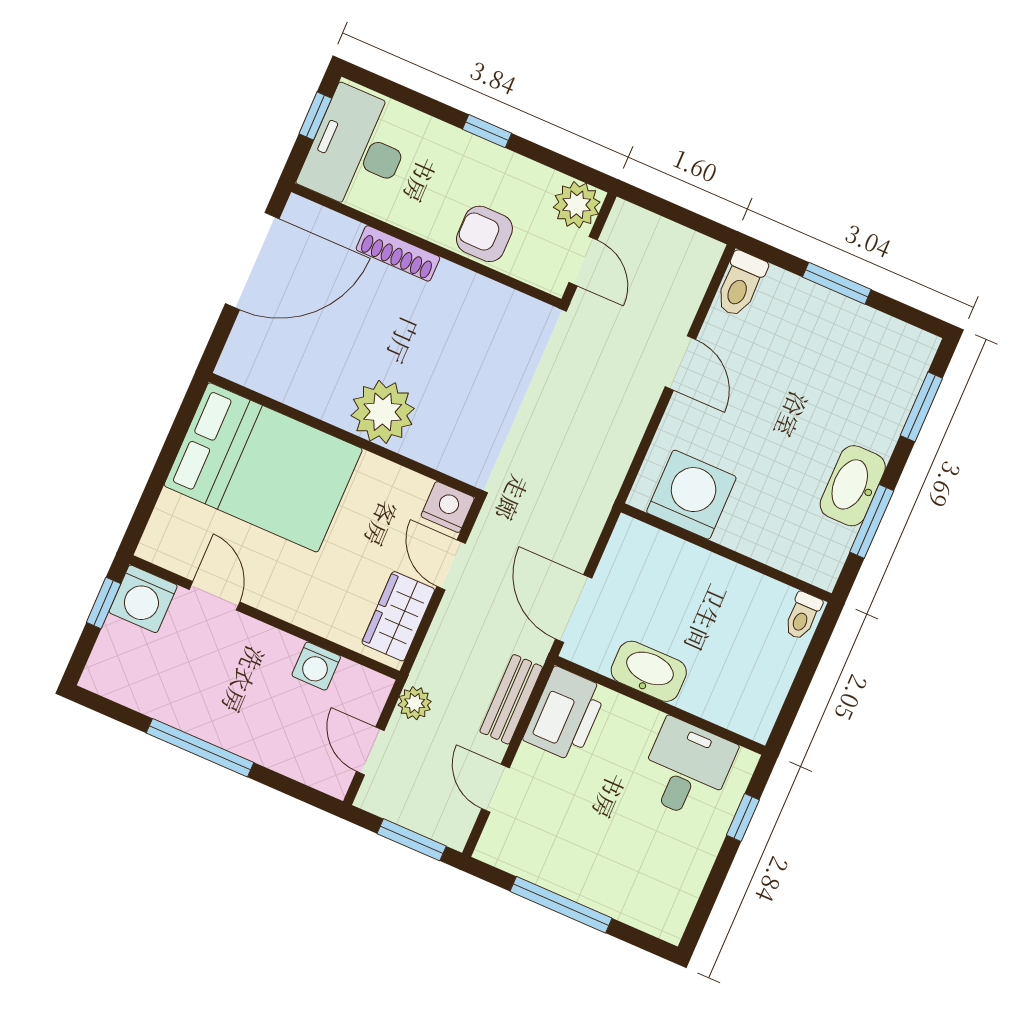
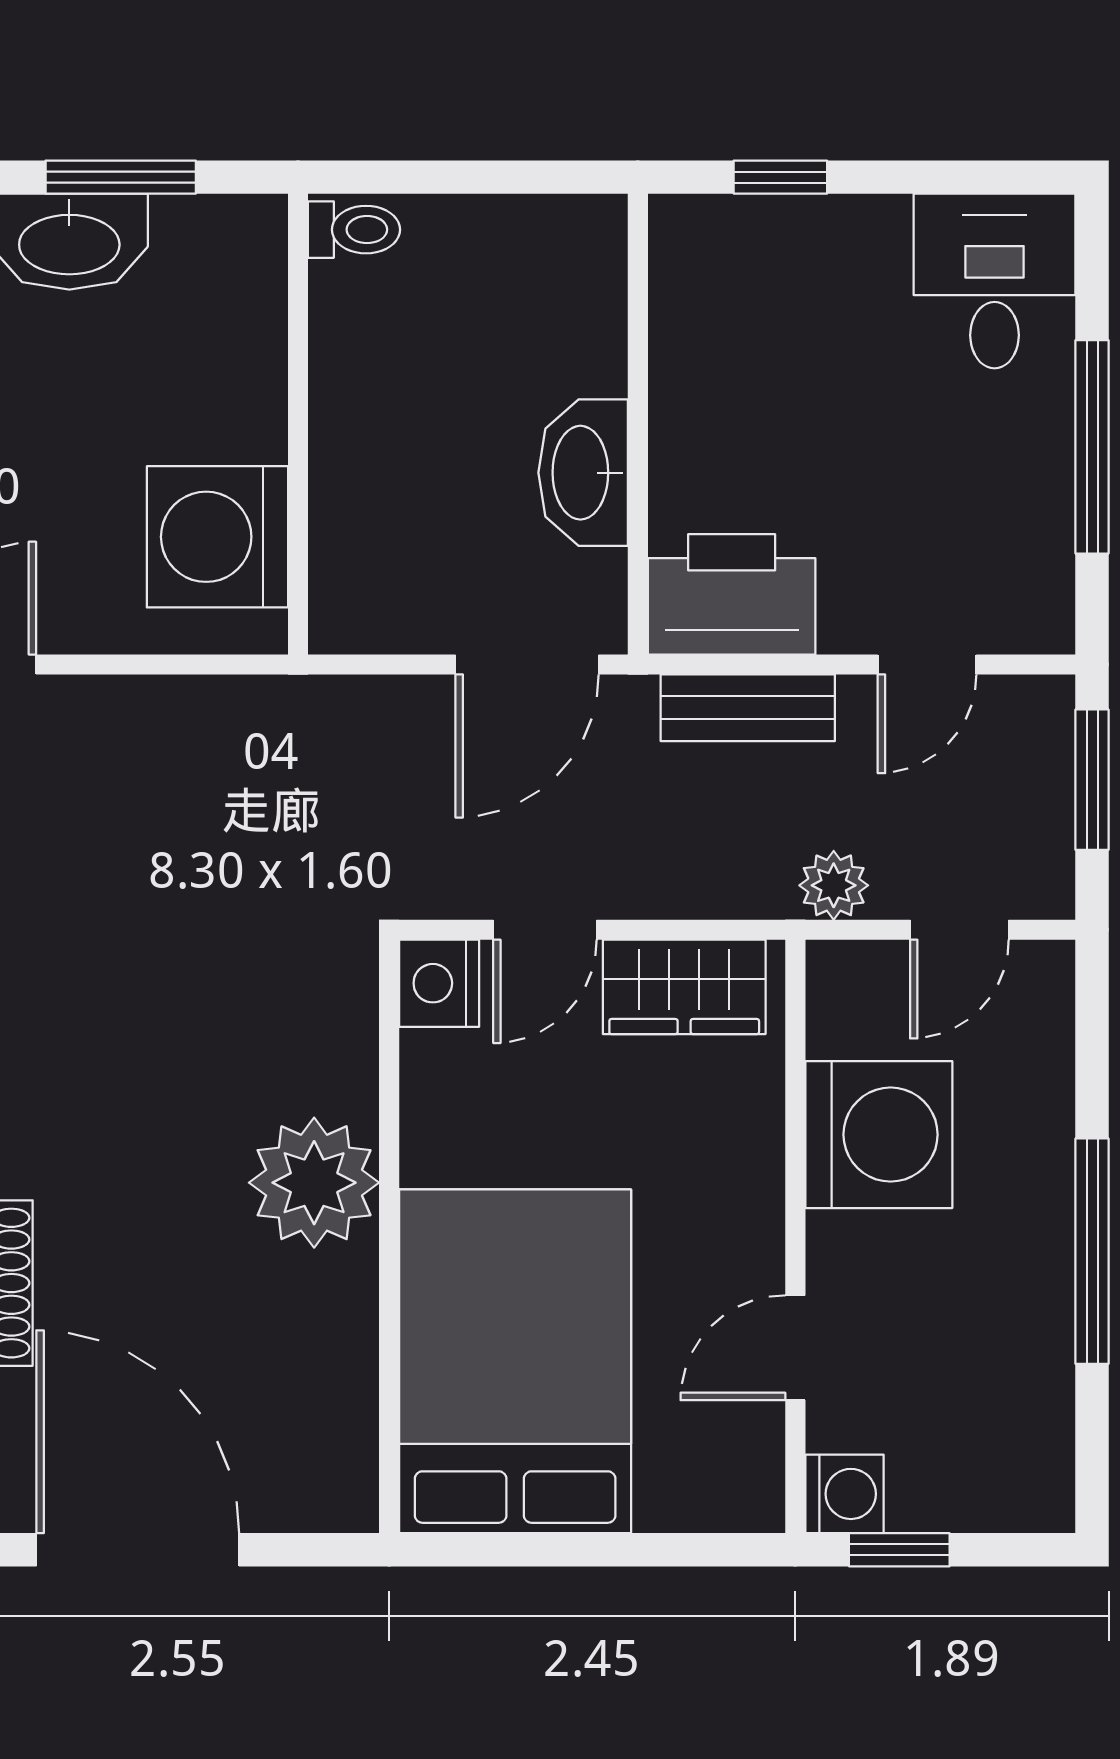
washing machine: (143, 599) -> (844, 1494), width x0.73, depth x0.73
washing machine: (316, 666) -> (879, 1135), width x1.89, depth x1.89
desk: (687, 769) -> (995, 281), moved, turned 90

